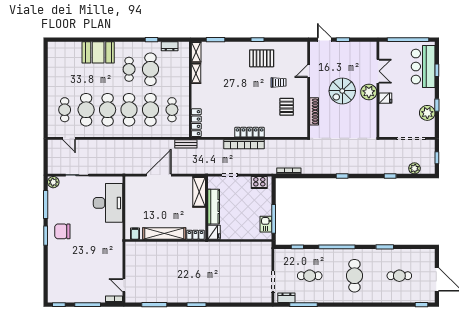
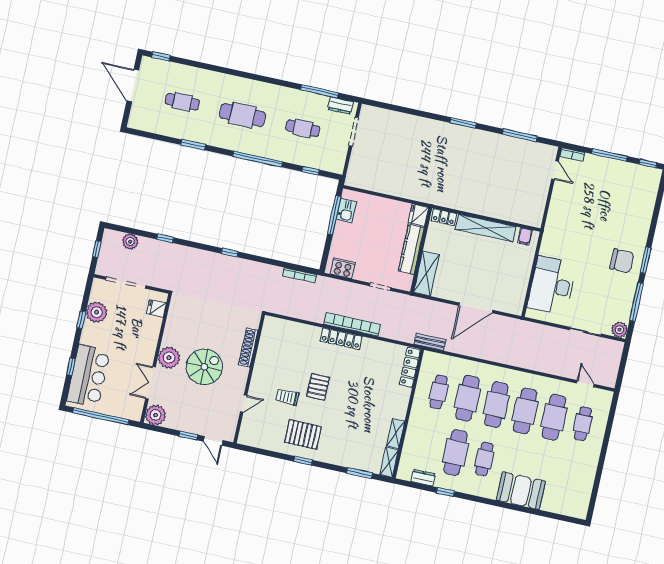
plant: (369, 49) -> (156, 415), added
fridge: (385, 98) -> (156, 308), moved
pallet: (287, 107) -> (318, 387), moved
cafe table: (354, 276) -> (242, 115), turned 90

